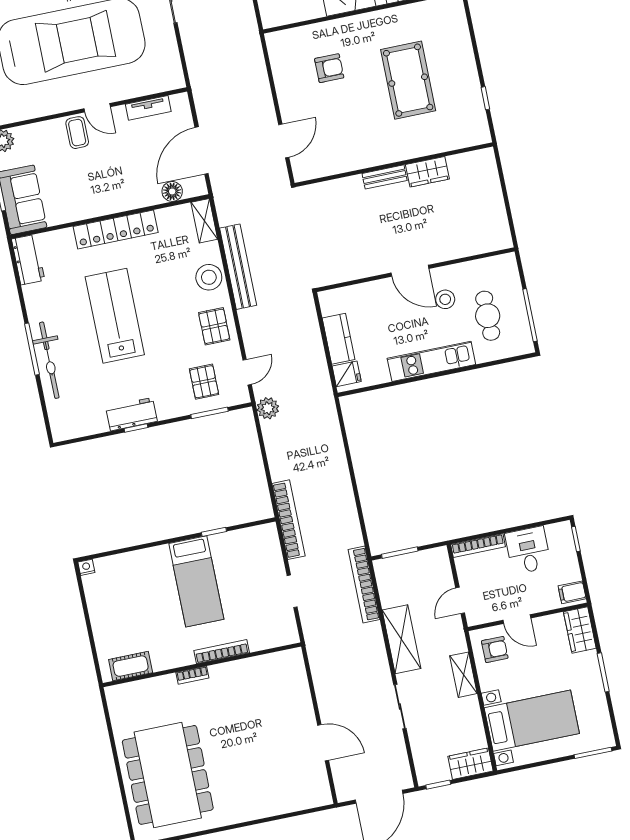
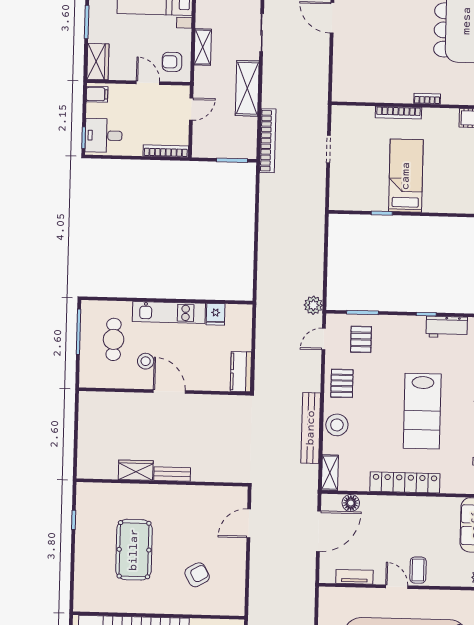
armchair: (329, 68) -> (197, 575), turned 151
kitchen counter: (339, 339) -> (241, 372), moved
fridge: (347, 374) -> (216, 314), moved, turned -90
workbench: (132, 414) -> (447, 327), moved
bookcase: (289, 520) -> (318, 209), removed
desk: (528, 550) -> (104, 135), moved, turned 90

